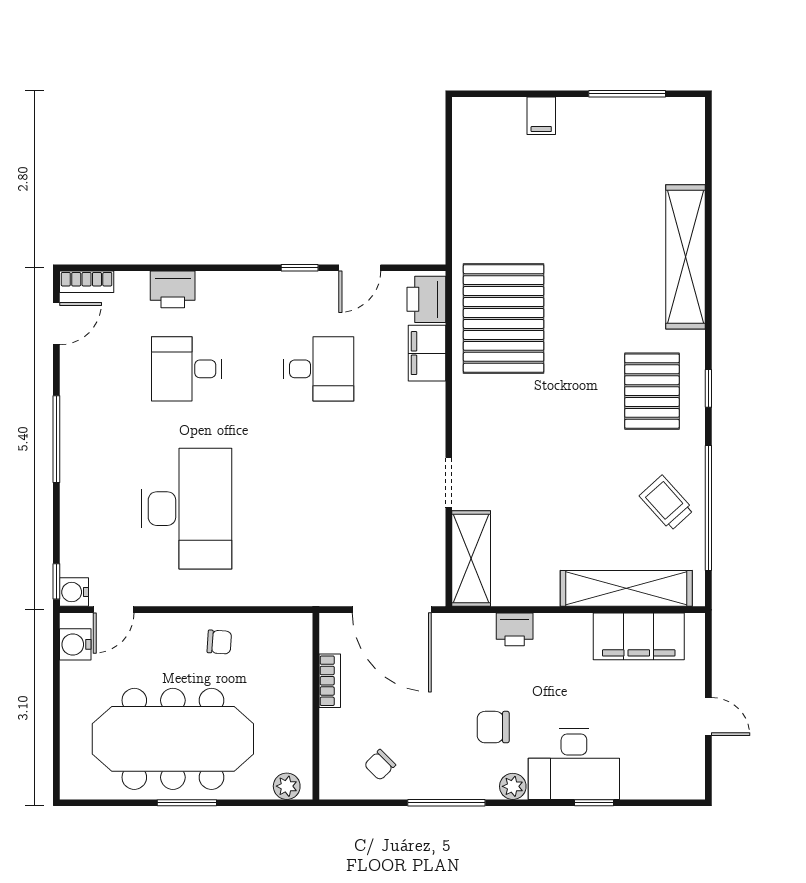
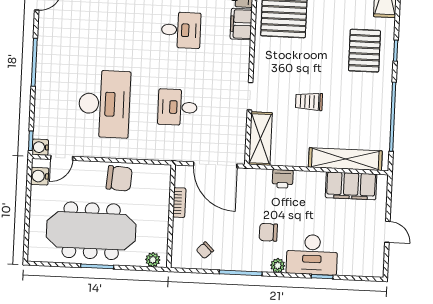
desk: (186, 369) -> (177, 107), moved
trolley: (666, 503) -> (309, 102), moved, turned -48
chair: (219, 642) -> (119, 178), width x1.87, depth x1.87

